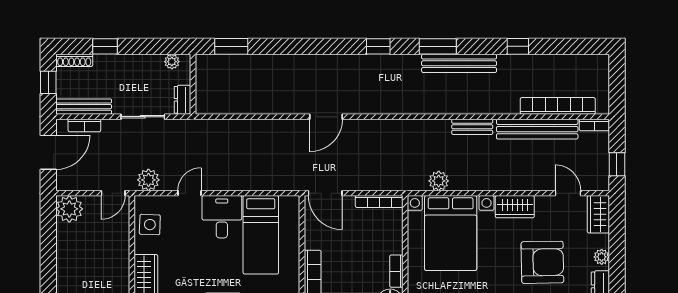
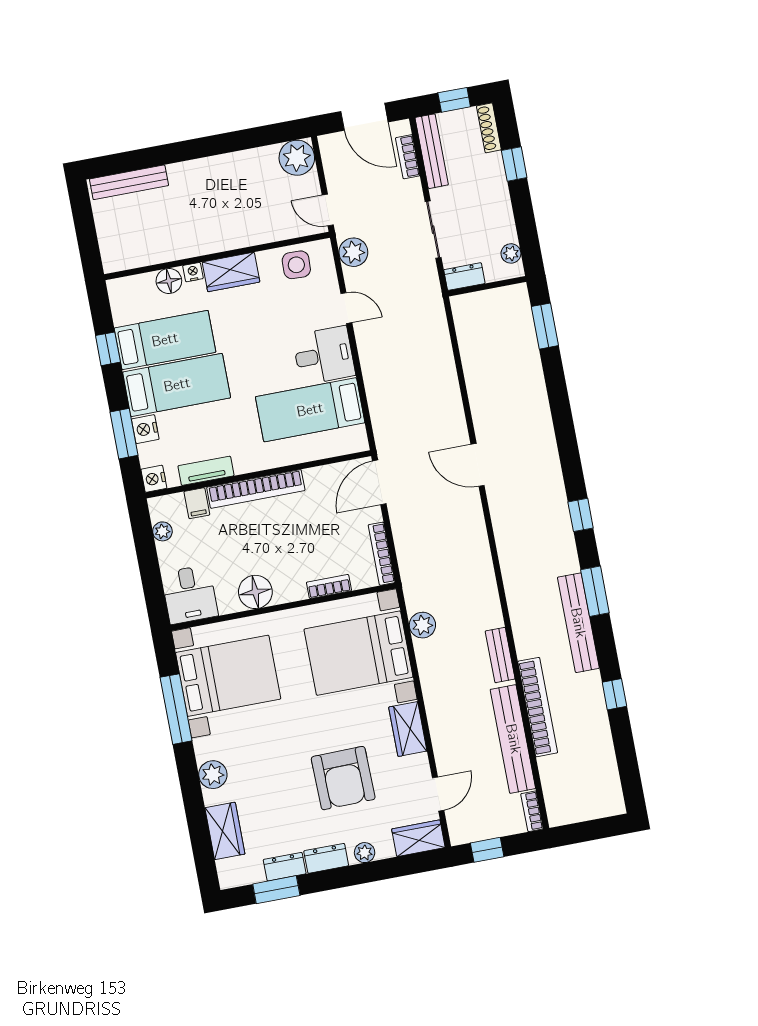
bookcase: (558, 106) -> (538, 707), moved
bookcase: (396, 271) -> (329, 586), moved

